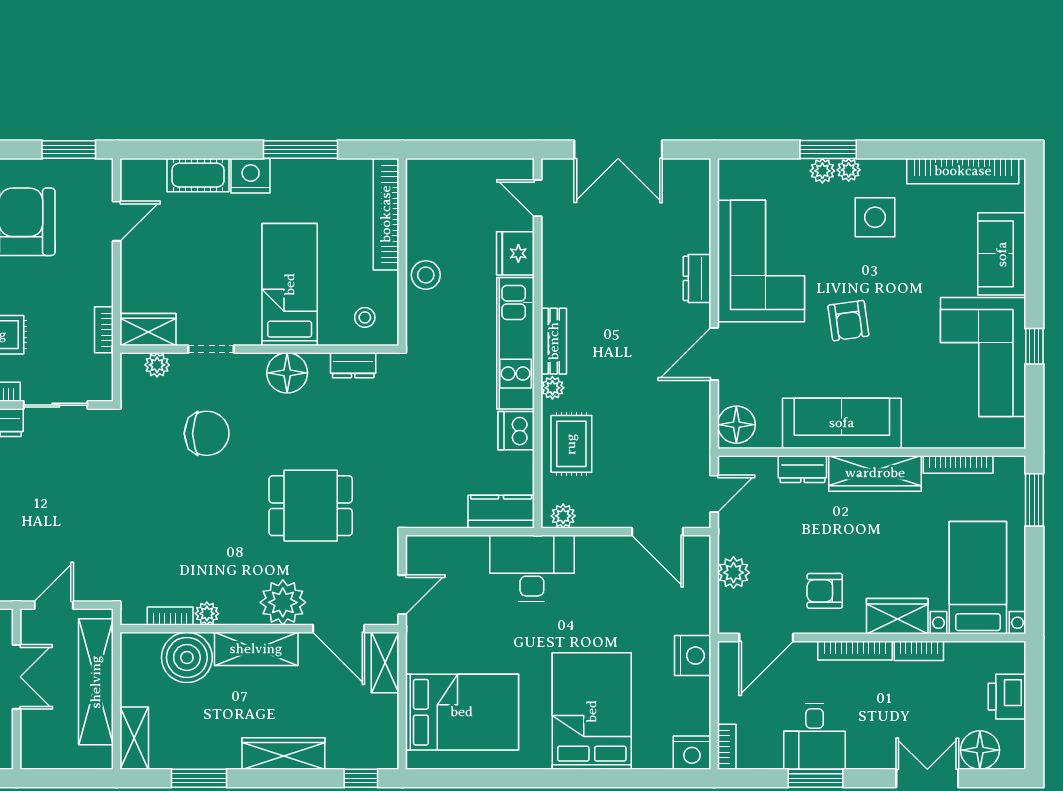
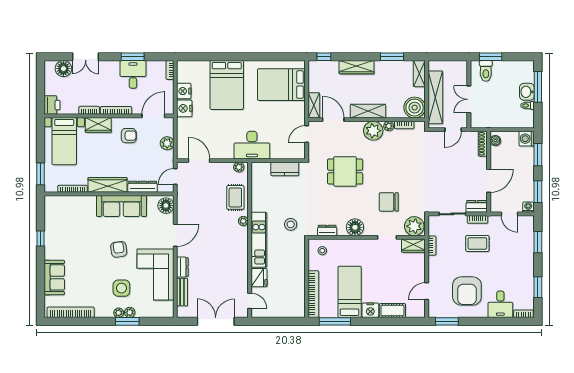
window: (300, 150) -> (335, 321), moved
side table: (875, 217) -> (121, 288), moved
stool: (426, 275) -> (291, 224), moved
bed: (290, 284) -> (350, 292), moved, turned 180
bench: (554, 341) -> (182, 292), moved
corner sofa: (983, 357) -> (62, 234), removed
plant: (157, 365) -> (414, 226), width x1.87, depth x1.87
dishwasher: (516, 431) -> (259, 203), removed
dresser: (802, 469) -> (143, 187), width x1.44
kitchen counter: (501, 512) -> (285, 169), moved
plant: (283, 602) -> (373, 131), moved
boiler: (187, 657) -> (415, 108), moved
printer: (1007, 697) -> (52, 105), moved
nightstand: (692, 753) -> (184, 91), moved, turned -90

